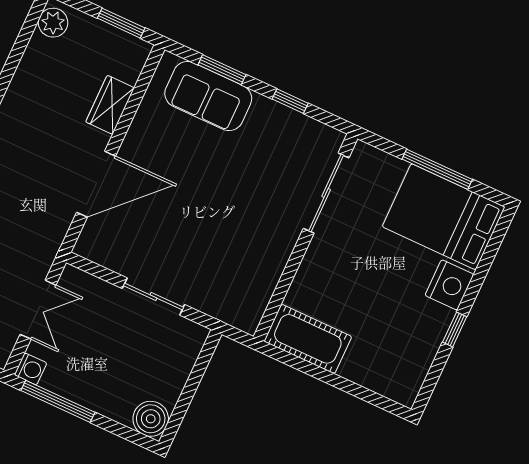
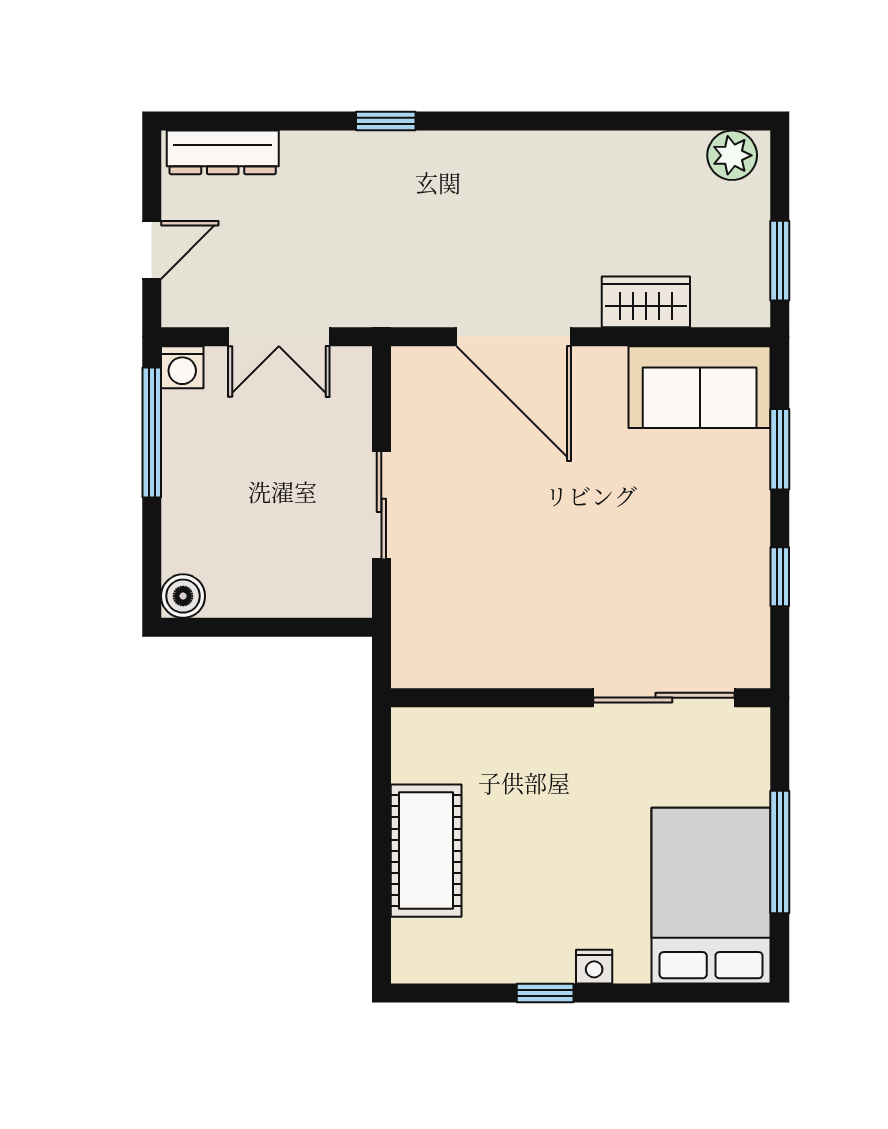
sofa: (208, 96) -> (700, 387), moved, turned -90
nightstand: (449, 285) -> (594, 967), width x0.53, depth x0.56
cot: (308, 339) -> (426, 851), moved
boiler: (151, 419) -> (183, 596), width x0.73, depth x0.73

